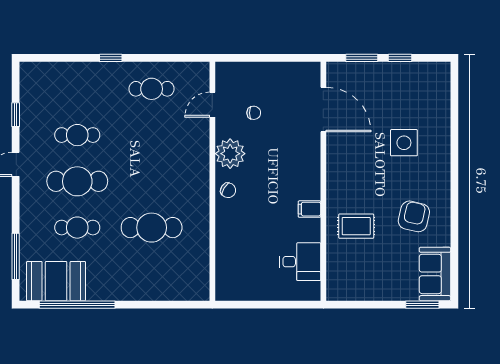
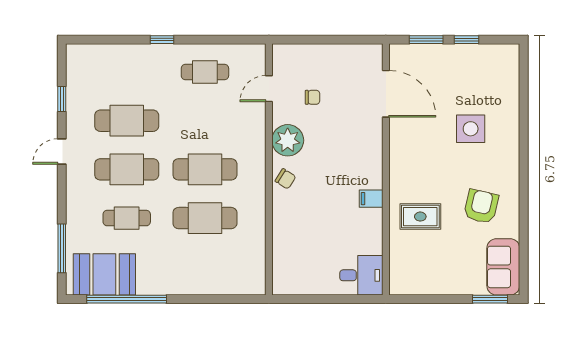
cafe table: (77, 135) -> (127, 121), width x1.37, depth x1.35
cafe table: (152, 181) -> (205, 169), added
desk: (300, 262) -> (361, 275), moved

